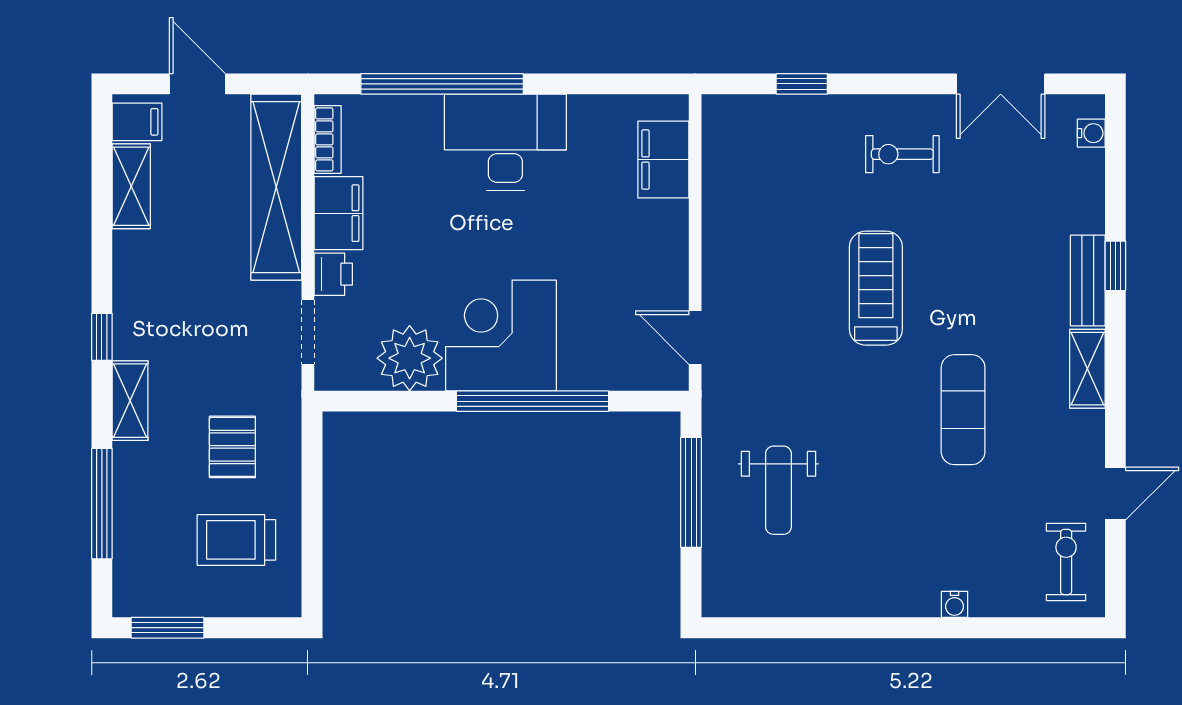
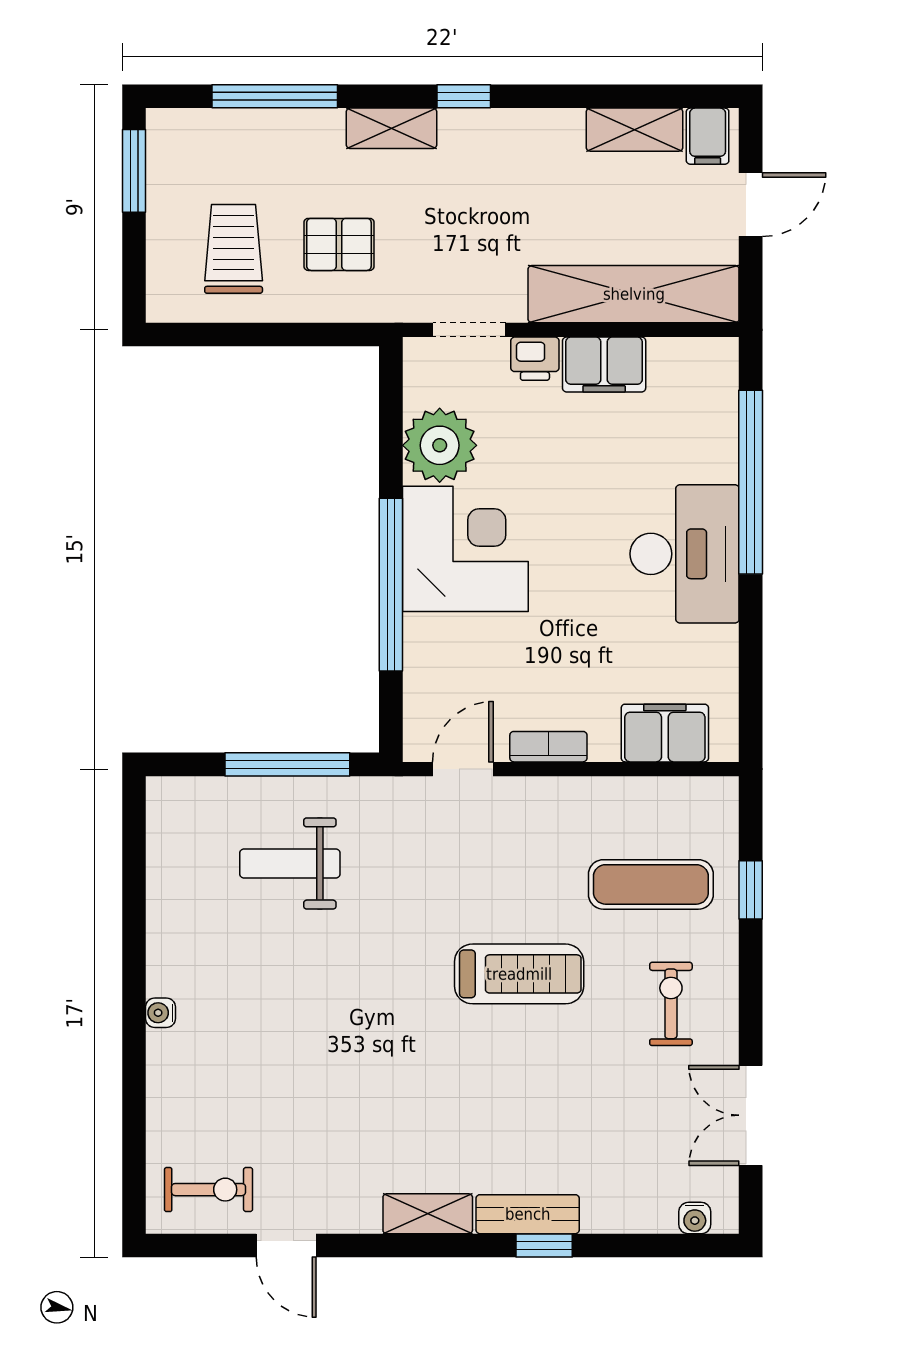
bookcase: (328, 139) -> (548, 747), moved, turned 180
exercise mat: (963, 410) -> (651, 884), moved
water cooler: (954, 604) -> (160, 1013), moved

